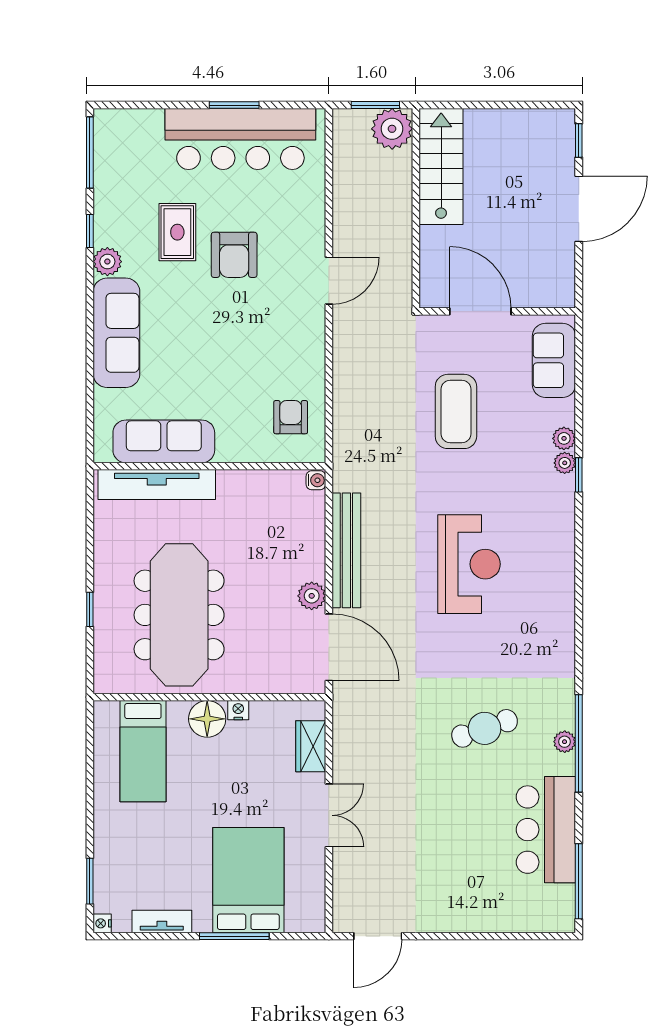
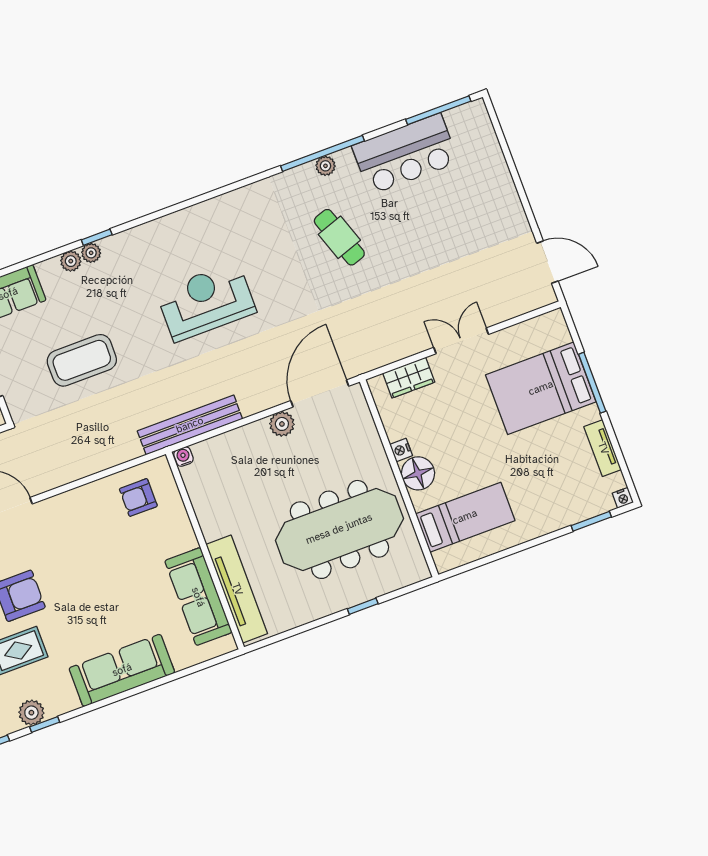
plant: (107, 262) -> (31, 713), moved
bench: (346, 550) -> (190, 425), moved

